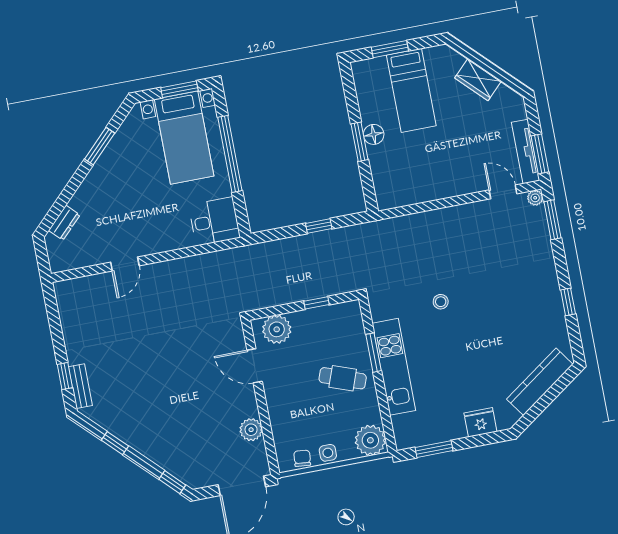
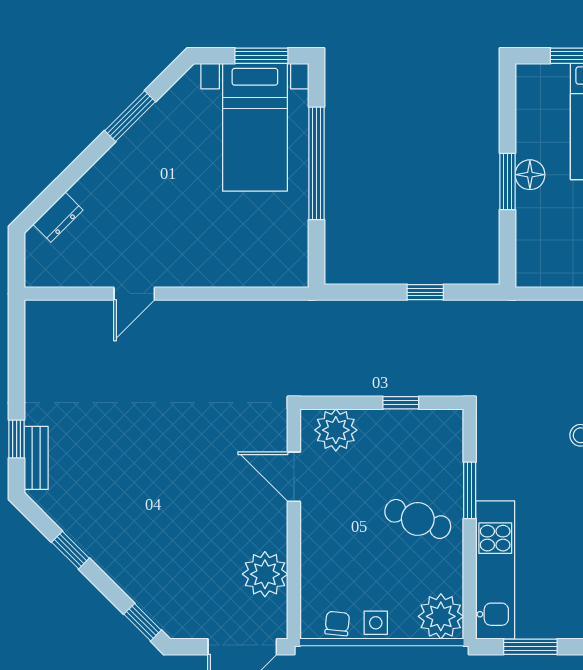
desk: (214, 221) -> (275, 257), removed
kitchen unit: (394, 367) -> (495, 570), moved
plant: (251, 430) -> (265, 574), width x1.36, depth x1.36

